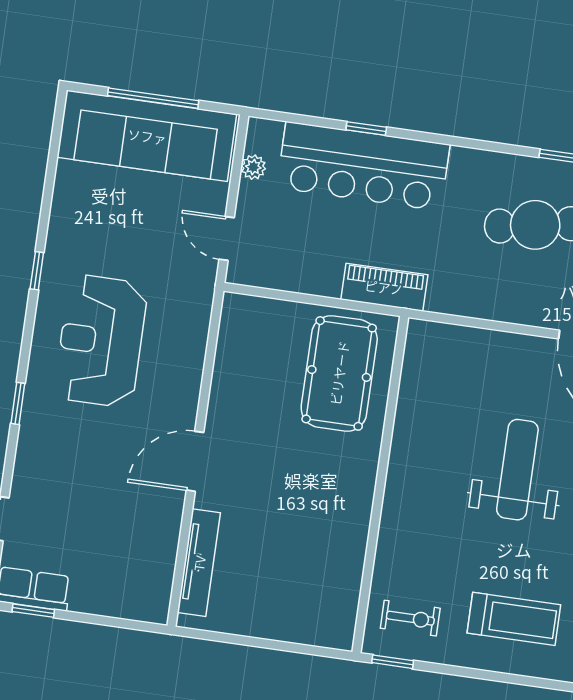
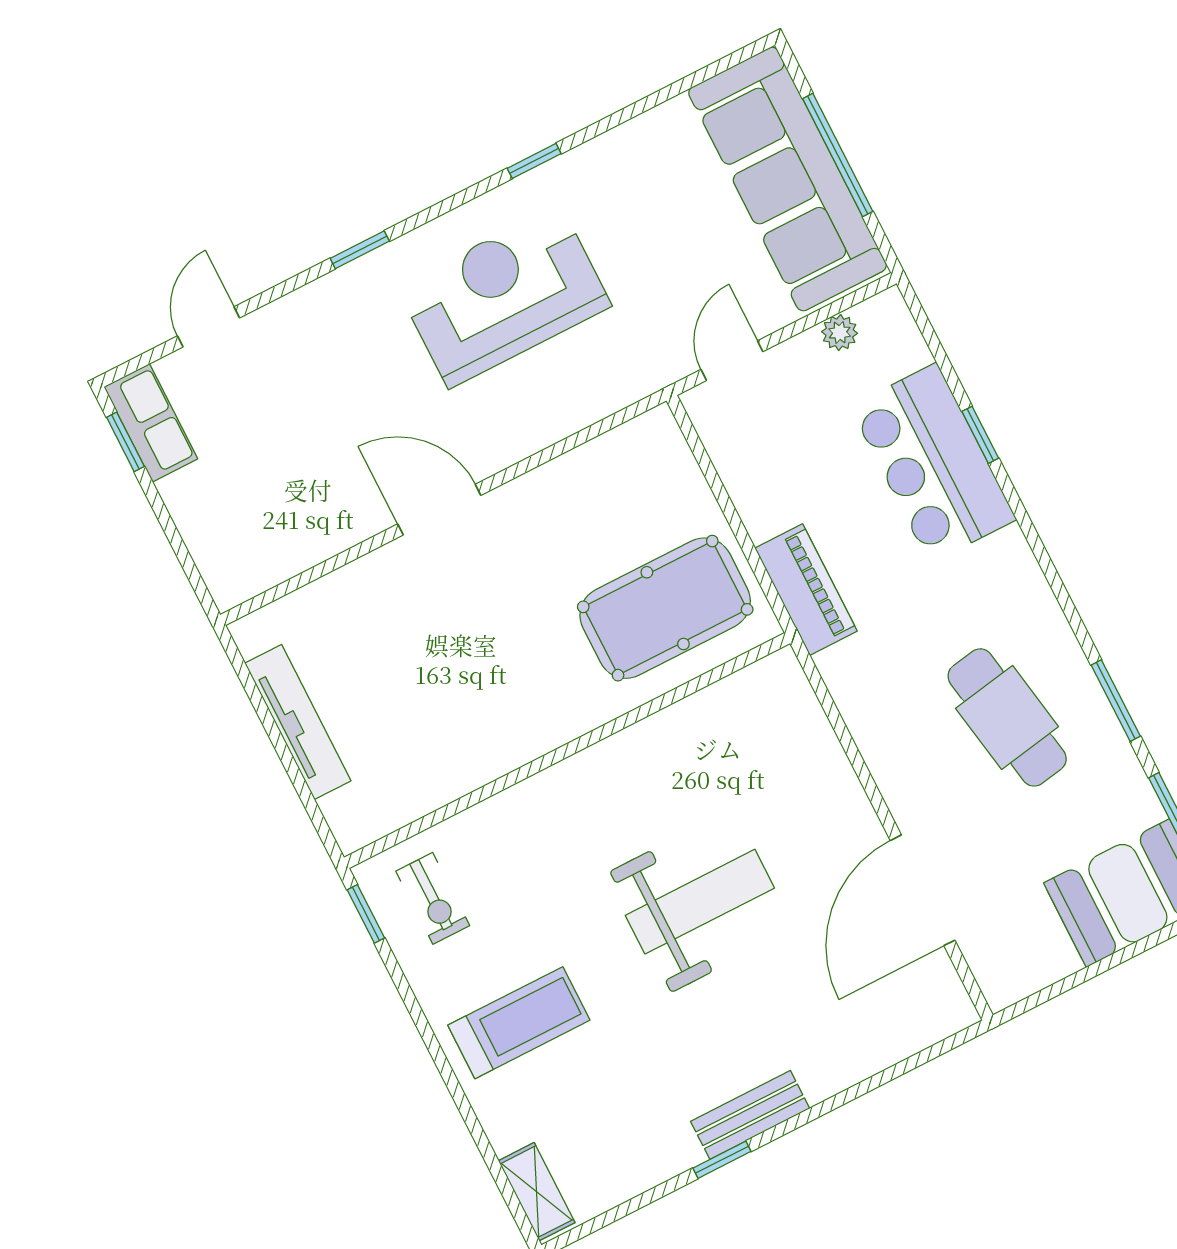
bar counter: (363, 166) -> (933, 463), width x0.73
tv unit: (199, 563) -> (298, 722), moved, turned -90
treadmill: (514, 619) -> (519, 1023), turned -90

